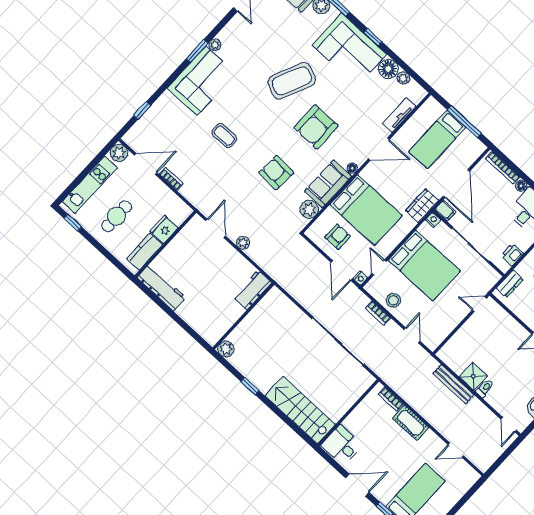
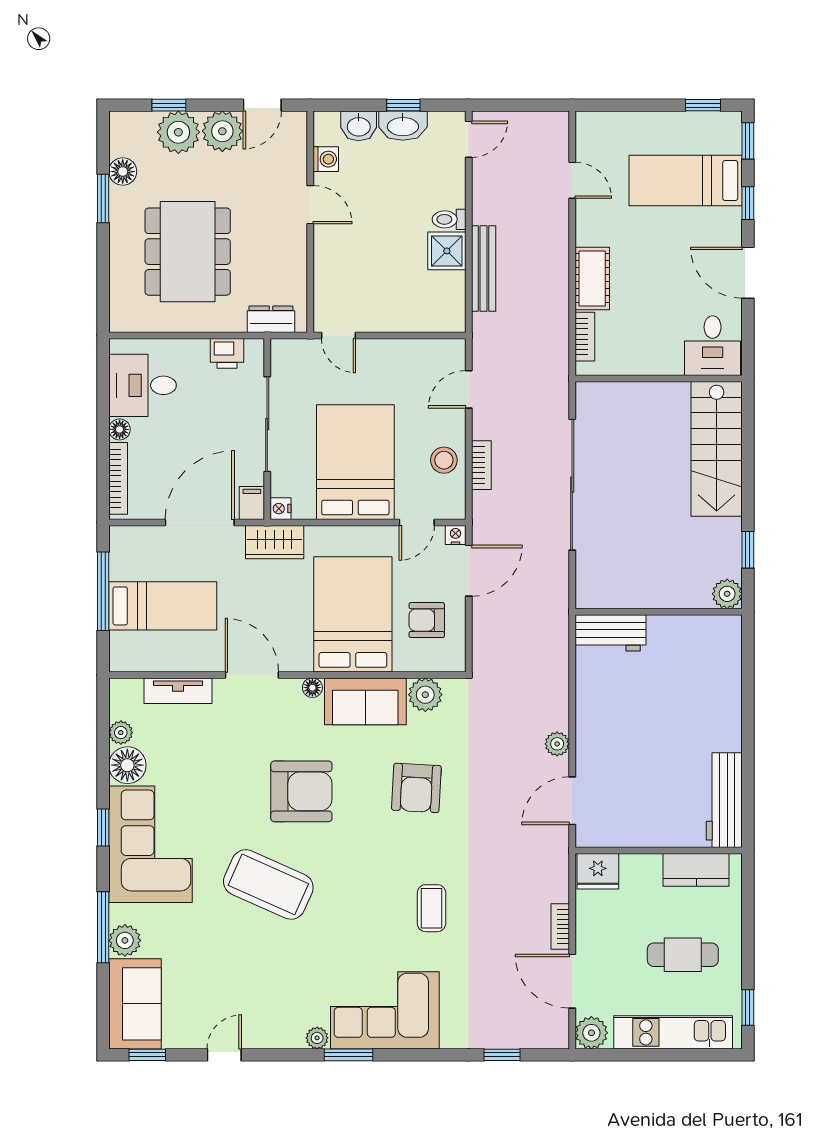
fridge: (164, 229) -> (598, 871), moved
workbench: (252, 290) -> (610, 633), moved
wall: (243, 316) -> (659, 612), moved
plant: (226, 349) -> (727, 594), moved

